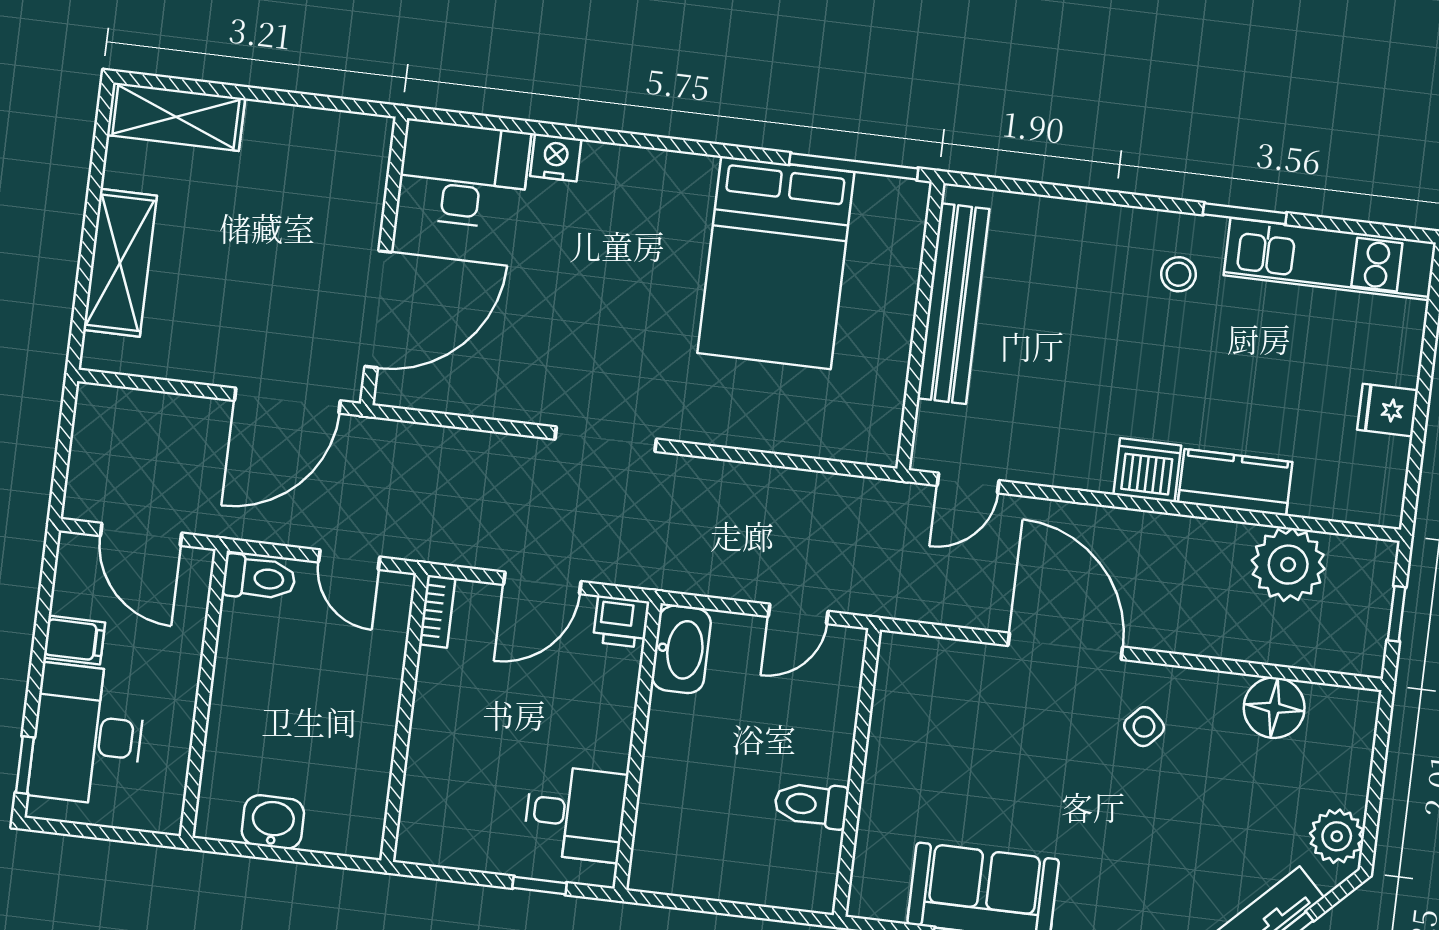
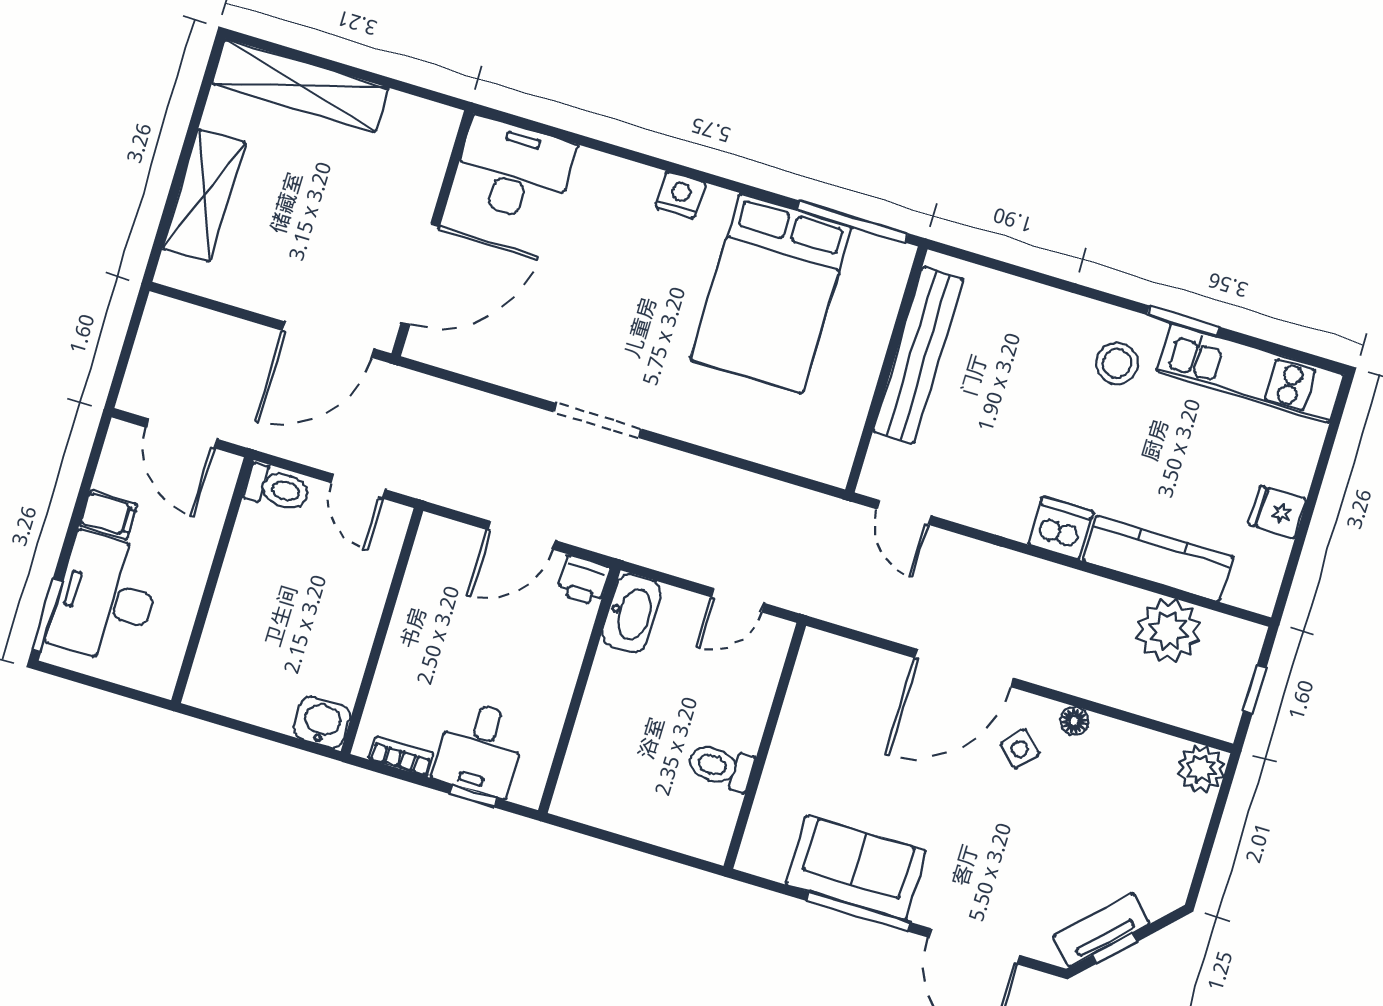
shelving: (176, 117) -> (300, 86), width x1.47
nightstand: (556, 158) -> (680, 195), moved
stool: (1178, 274) -> (1117, 363), width x1.37, depth x1.37
kitchen counter: (1235, 482) -> (1158, 558), width x1.50
door: (968, 483) -> (904, 512), hinge flipped
bookcase: (437, 611) -> (401, 756), moved, turned -90
door: (1065, 646) -> (964, 668), swing flipped
floor lamp: (1274, 708) -> (1074, 721), moved, width x0.53, depth x0.53
window: (25, 765) -> (47, 615), width x1.50
desk: (575, 813) -> (480, 749), moved, turned 90
washbasin: (273, 822) -> (322, 722), moved
plant: (1337, 836) -> (1201, 769), moved

